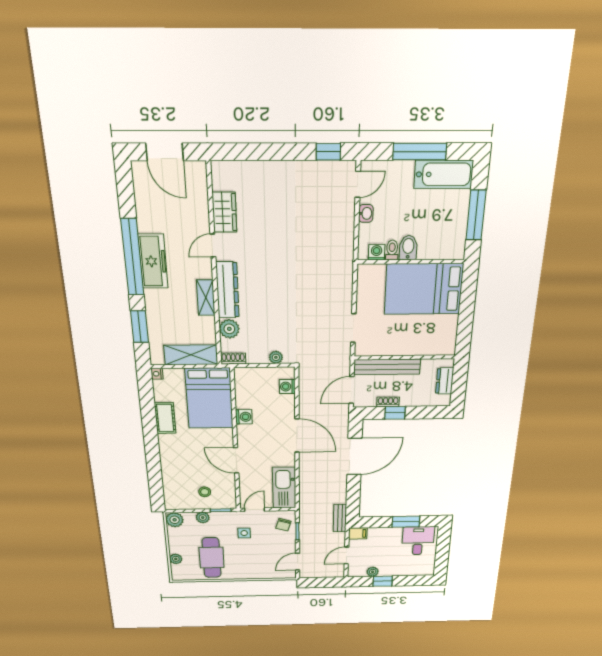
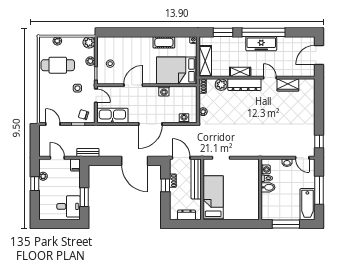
bed: (424, 289) -> (213, 198), moved, width x0.67

